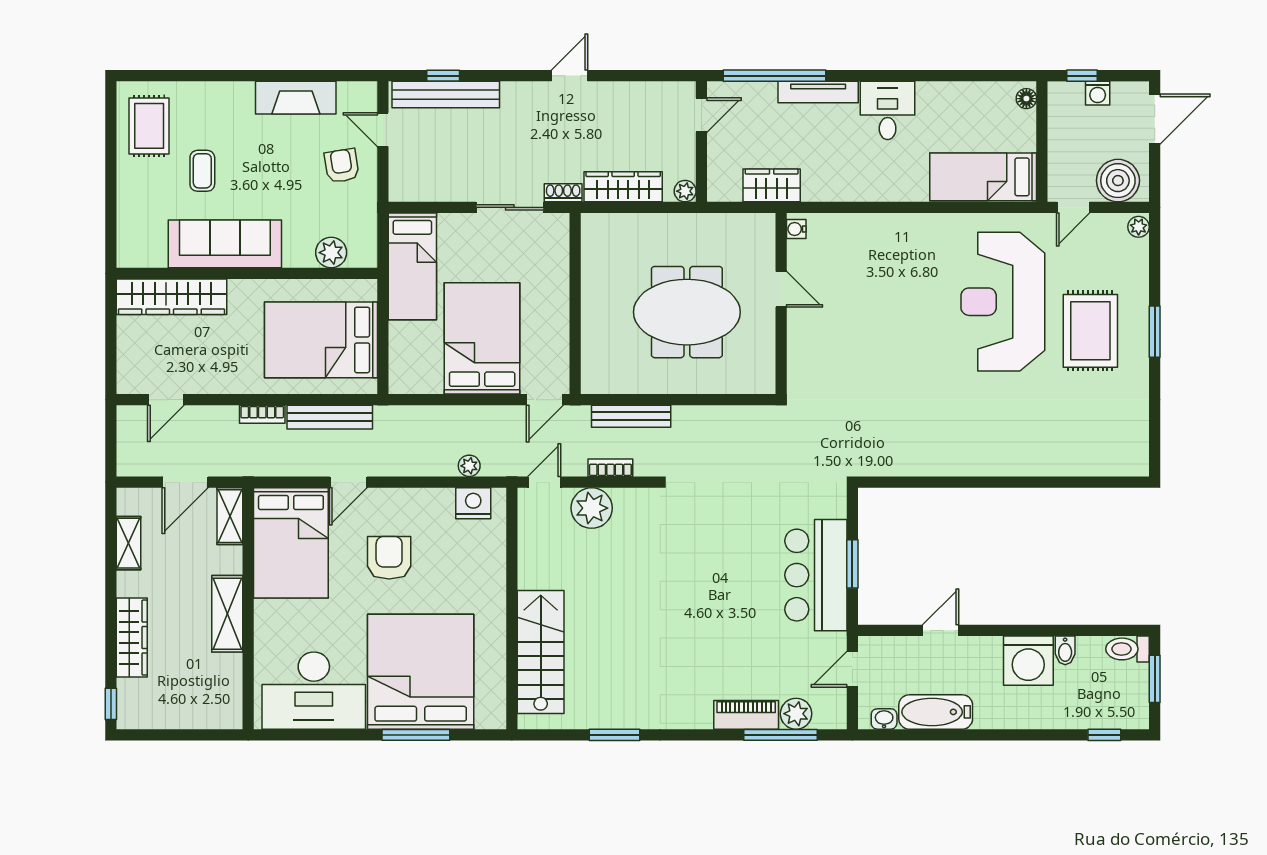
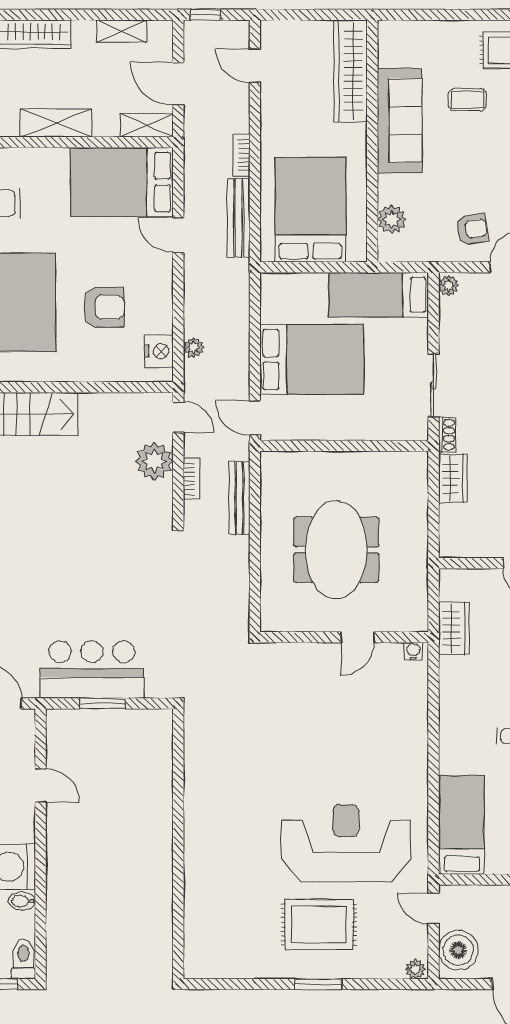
wardrobe: (623, 187) -> (453, 478), width x0.67
plant: (685, 191) -> (449, 286), moved
window: (111, 453) -> (206, 15), added
armchair: (389, 558) -> (104, 307), moved

